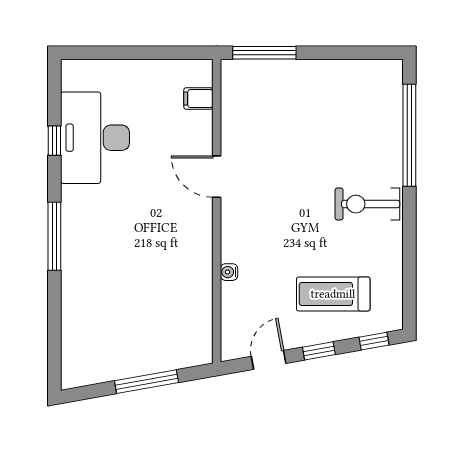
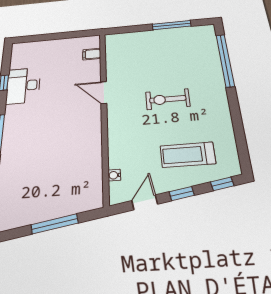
window: (264, 53) -> (172, 25), moved
desk: (95, 138) -> (23, 86), width x0.73, depth x0.77
exercise bike: (367, 204) -> (168, 99), moved
water cooler: (229, 272) -> (114, 175), moved

